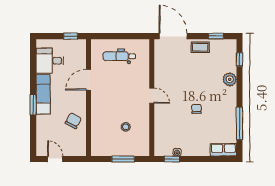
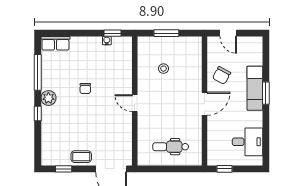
dental chair: (119, 56) -> (171, 147), turned 180
window: (239, 59) -> (38, 114), moved
plant: (230, 79) -> (48, 98), moved
door: (89, 80) -> (205, 104), moved
exam couch: (43, 94) -> (255, 88), moved
door: (55, 159) -> (228, 33), moved

